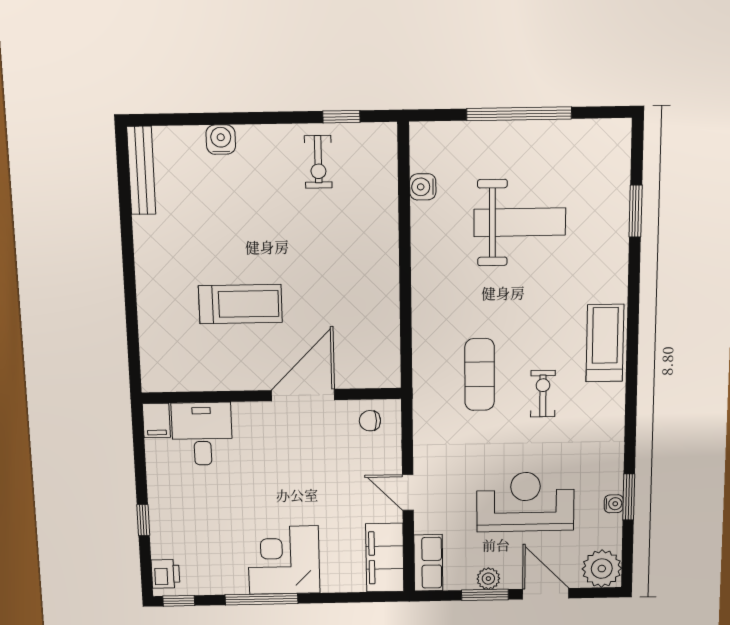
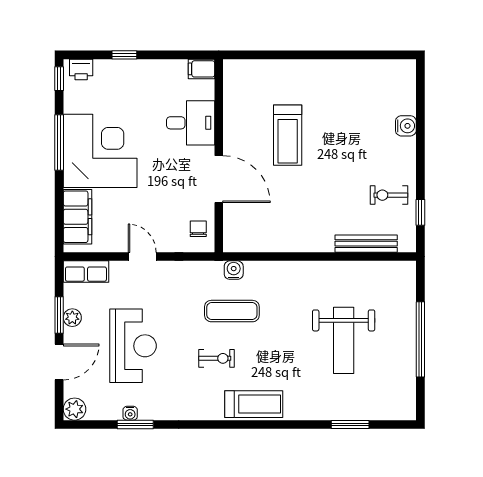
bench: (141, 171) -> (366, 244), moved
water cooler: (423, 187) -> (234, 270), moved
desk: (202, 434) -> (191, 123), moved
door: (408, 492) -> (142, 257), hinge flipped
filing cabinet: (385, 558) -> (78, 217), moved, turned 90
corner desk: (284, 560) -> (100, 151), width x1.36, depth x1.36
plant: (602, 569) -> (75, 409), width x0.73, depth x0.73

